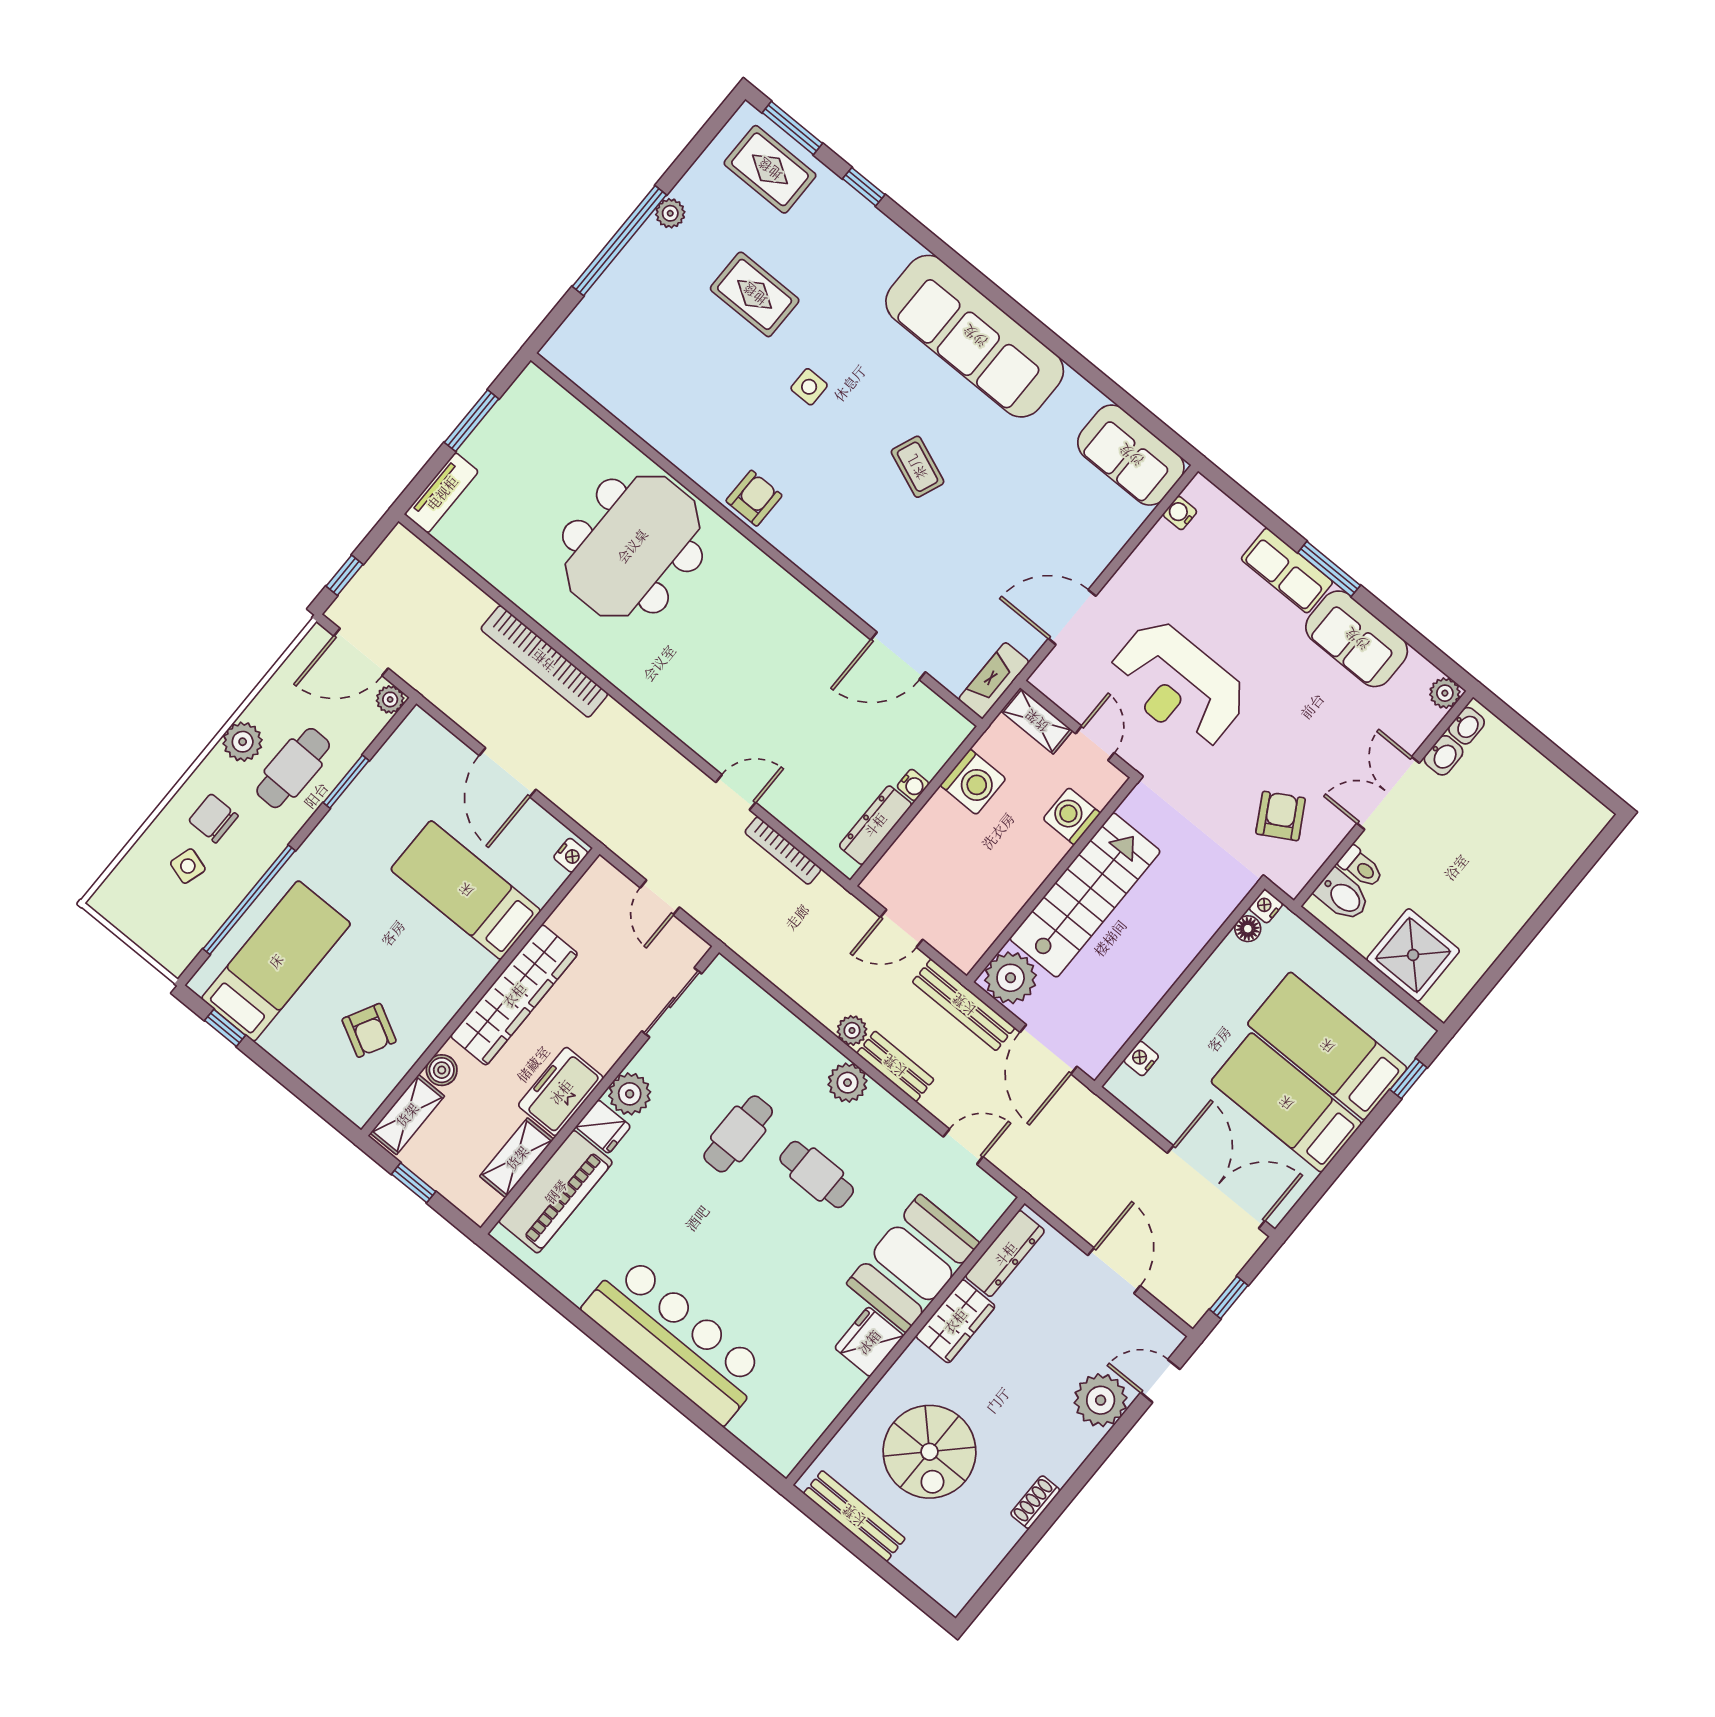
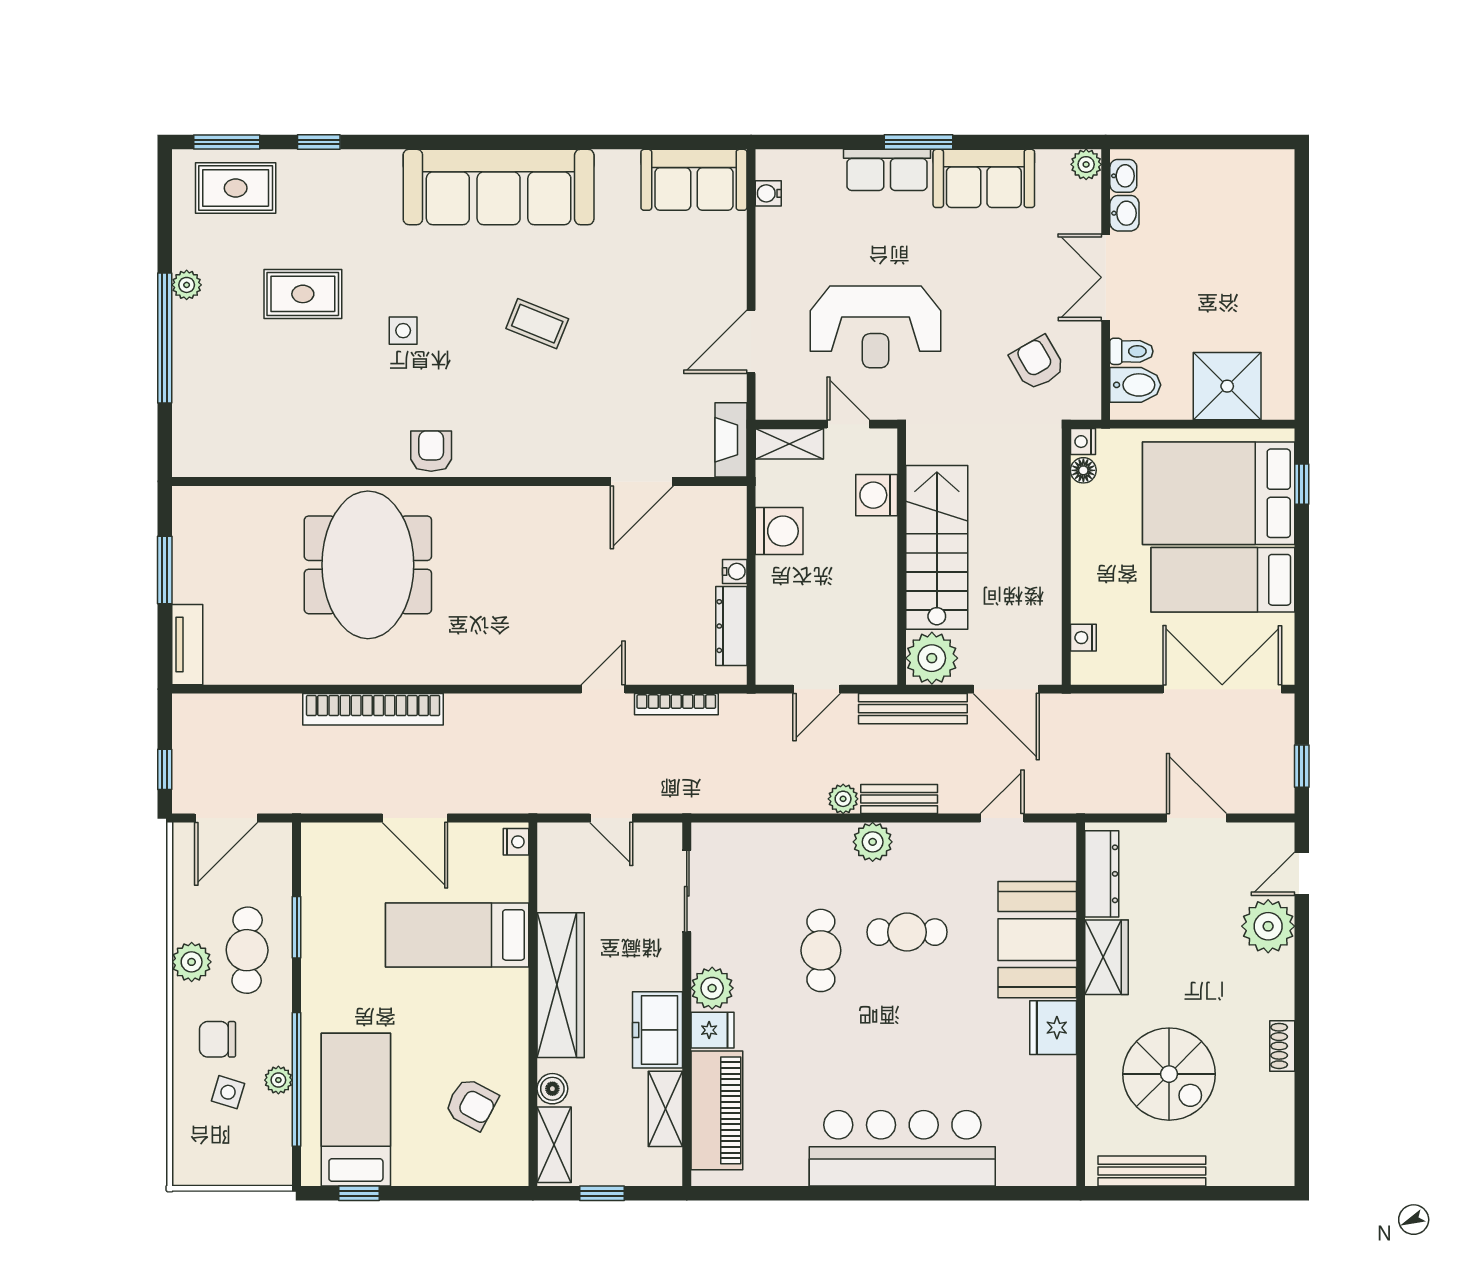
plant: (390, 699) -> (278, 1080), moved
bed: (1327, 1046) -> (1219, 493), width x1.50

